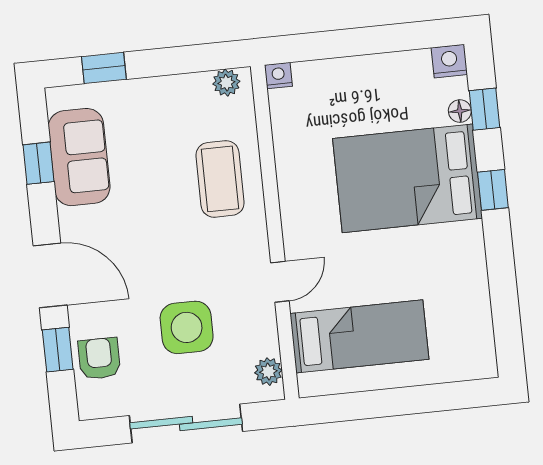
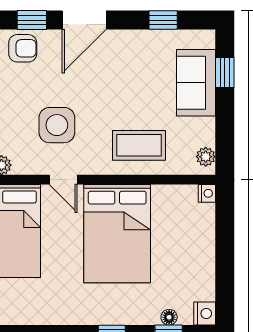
sofa: (79, 157) -> (196, 83), moved, turned 90
bed: (407, 178) -> (117, 234), moved, turned 180
side table: (187, 327) -> (57, 125), moved

